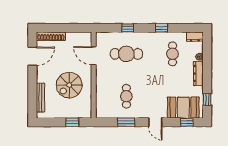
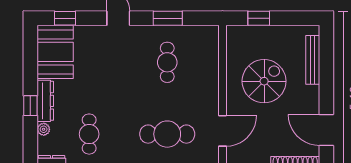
door: (32, 56) -> (326, 130), hinge flipped
door: (94, 56) -> (223, 131), hinge flipped
window: (207, 99) -> (30, 106), moved
booth: (183, 108) -> (55, 52), moved, turned 90

